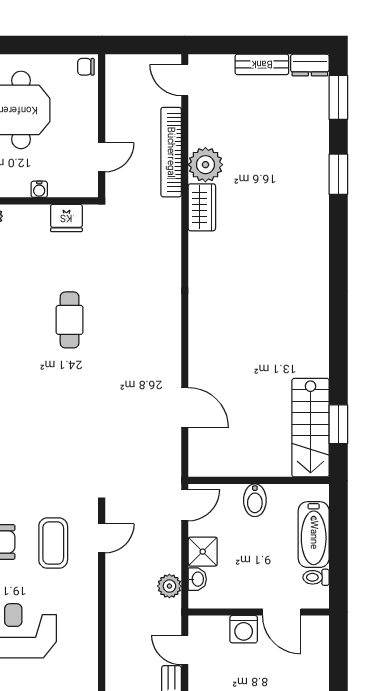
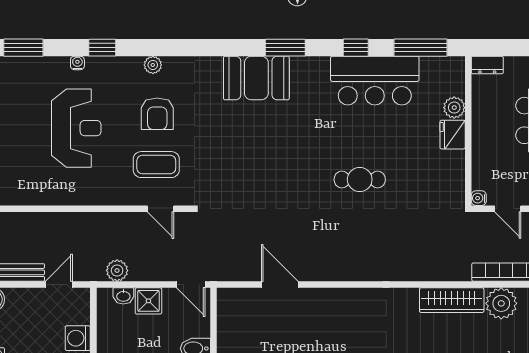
water cooler: (39, 189) -> (479, 198), moved
wardrobe: (202, 207) -> (452, 300), width x1.50
fridge: (66, 218) -> (453, 135), moved
door: (185, 408) -> (280, 285), swing flipped

